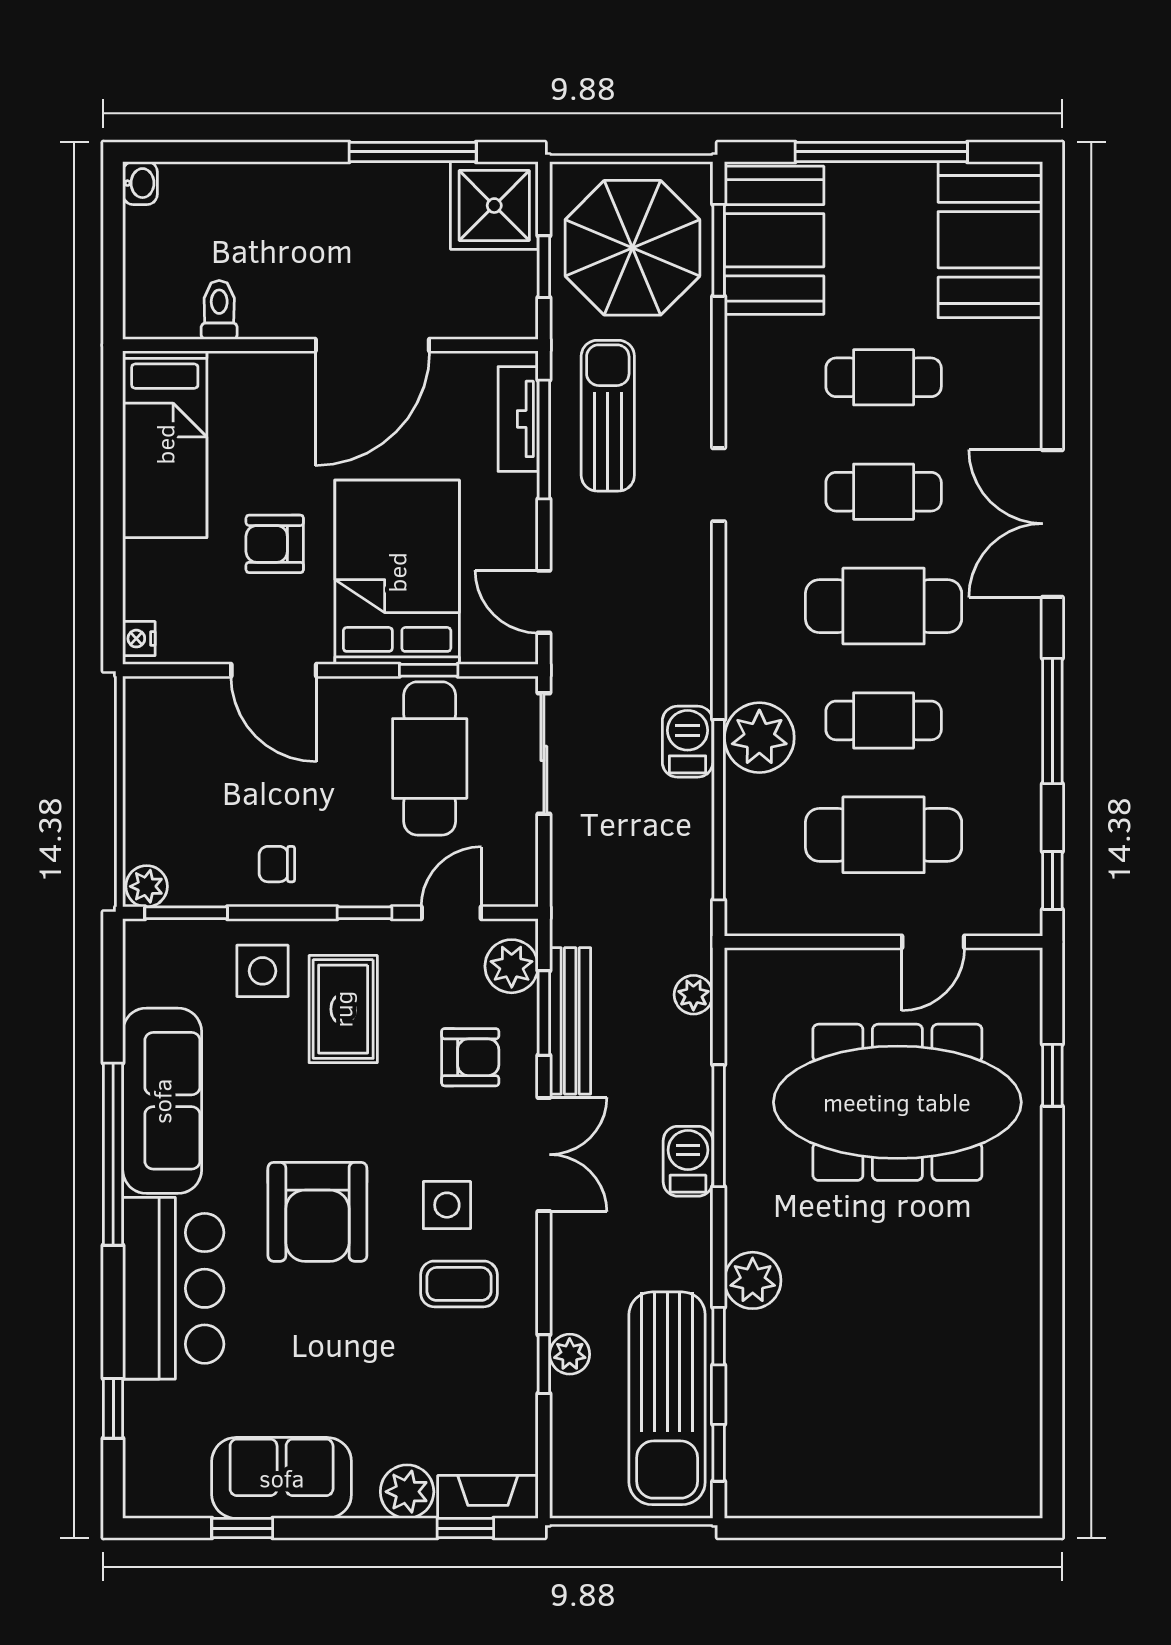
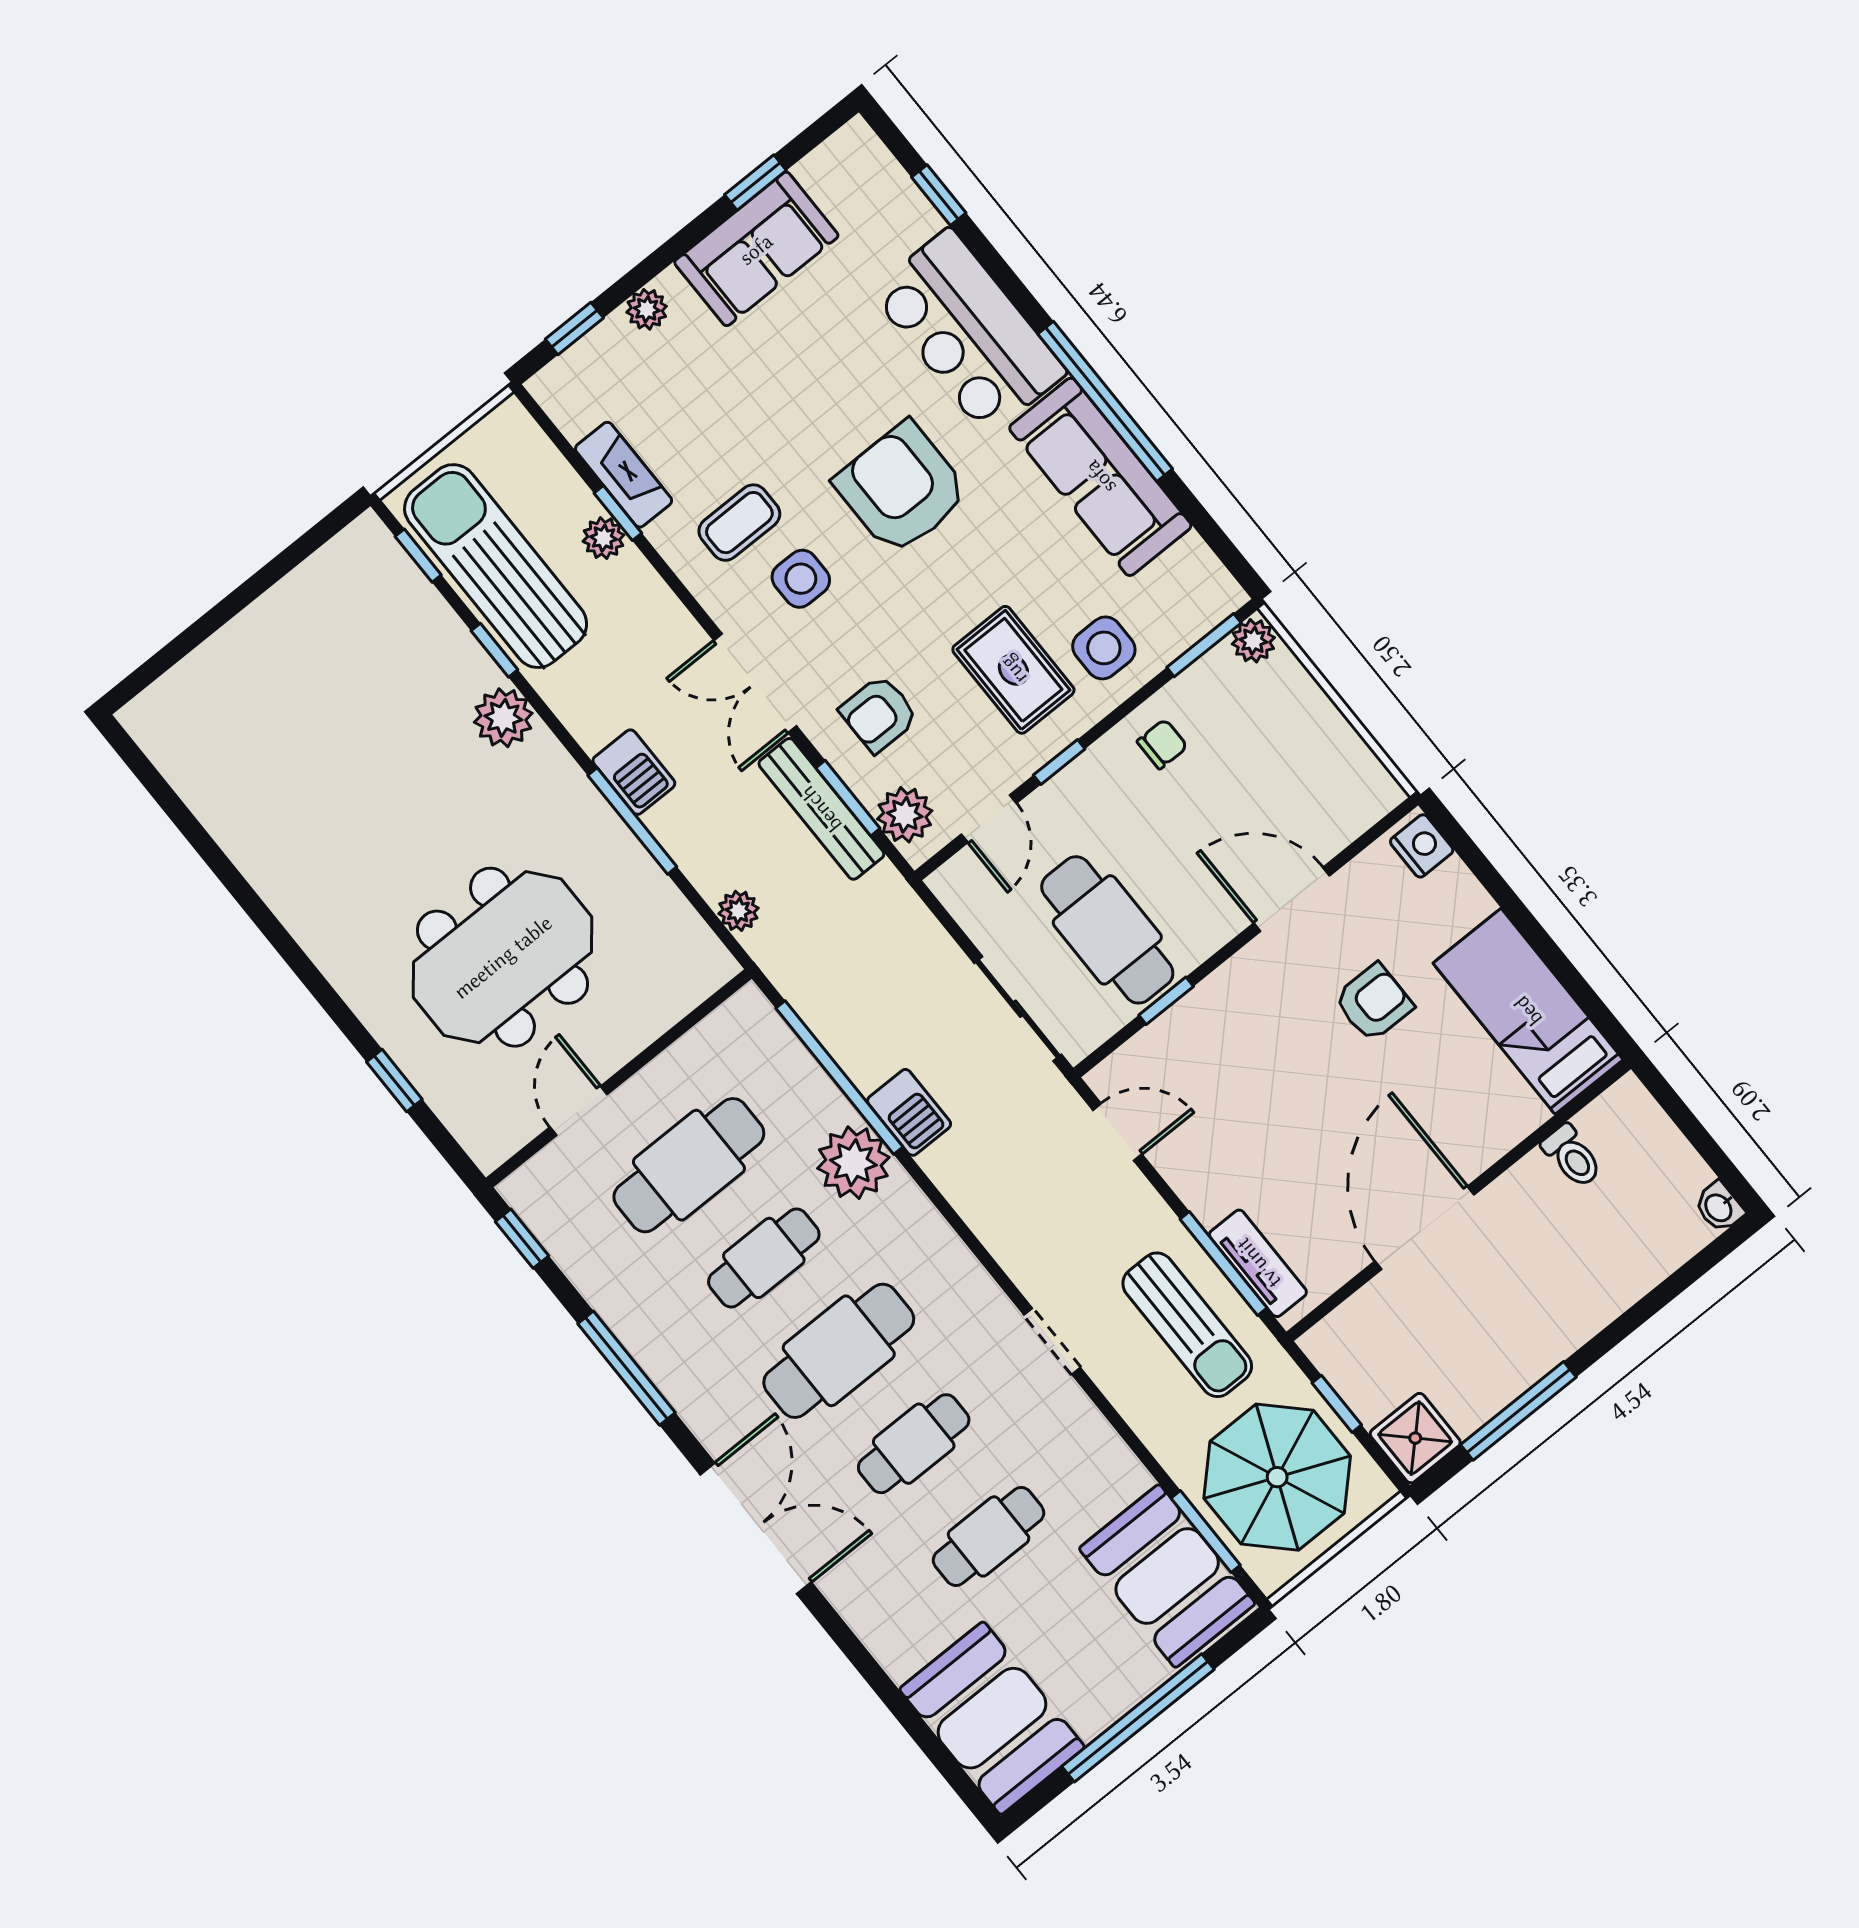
shower: (494, 206) -> (1415, 1438), width x0.73, depth x0.73
bed: (397, 572) -> (1256, 1060), removed
nightstand: (139, 639) -> (1422, 846), width x1.39, depth x1.35
meeting table: (897, 1102) -> (503, 957), width x0.73
plant: (407, 1492) -> (647, 309), width x0.73, depth x0.73
fireplace: (488, 1497) -> (624, 475), moved, turned -90

